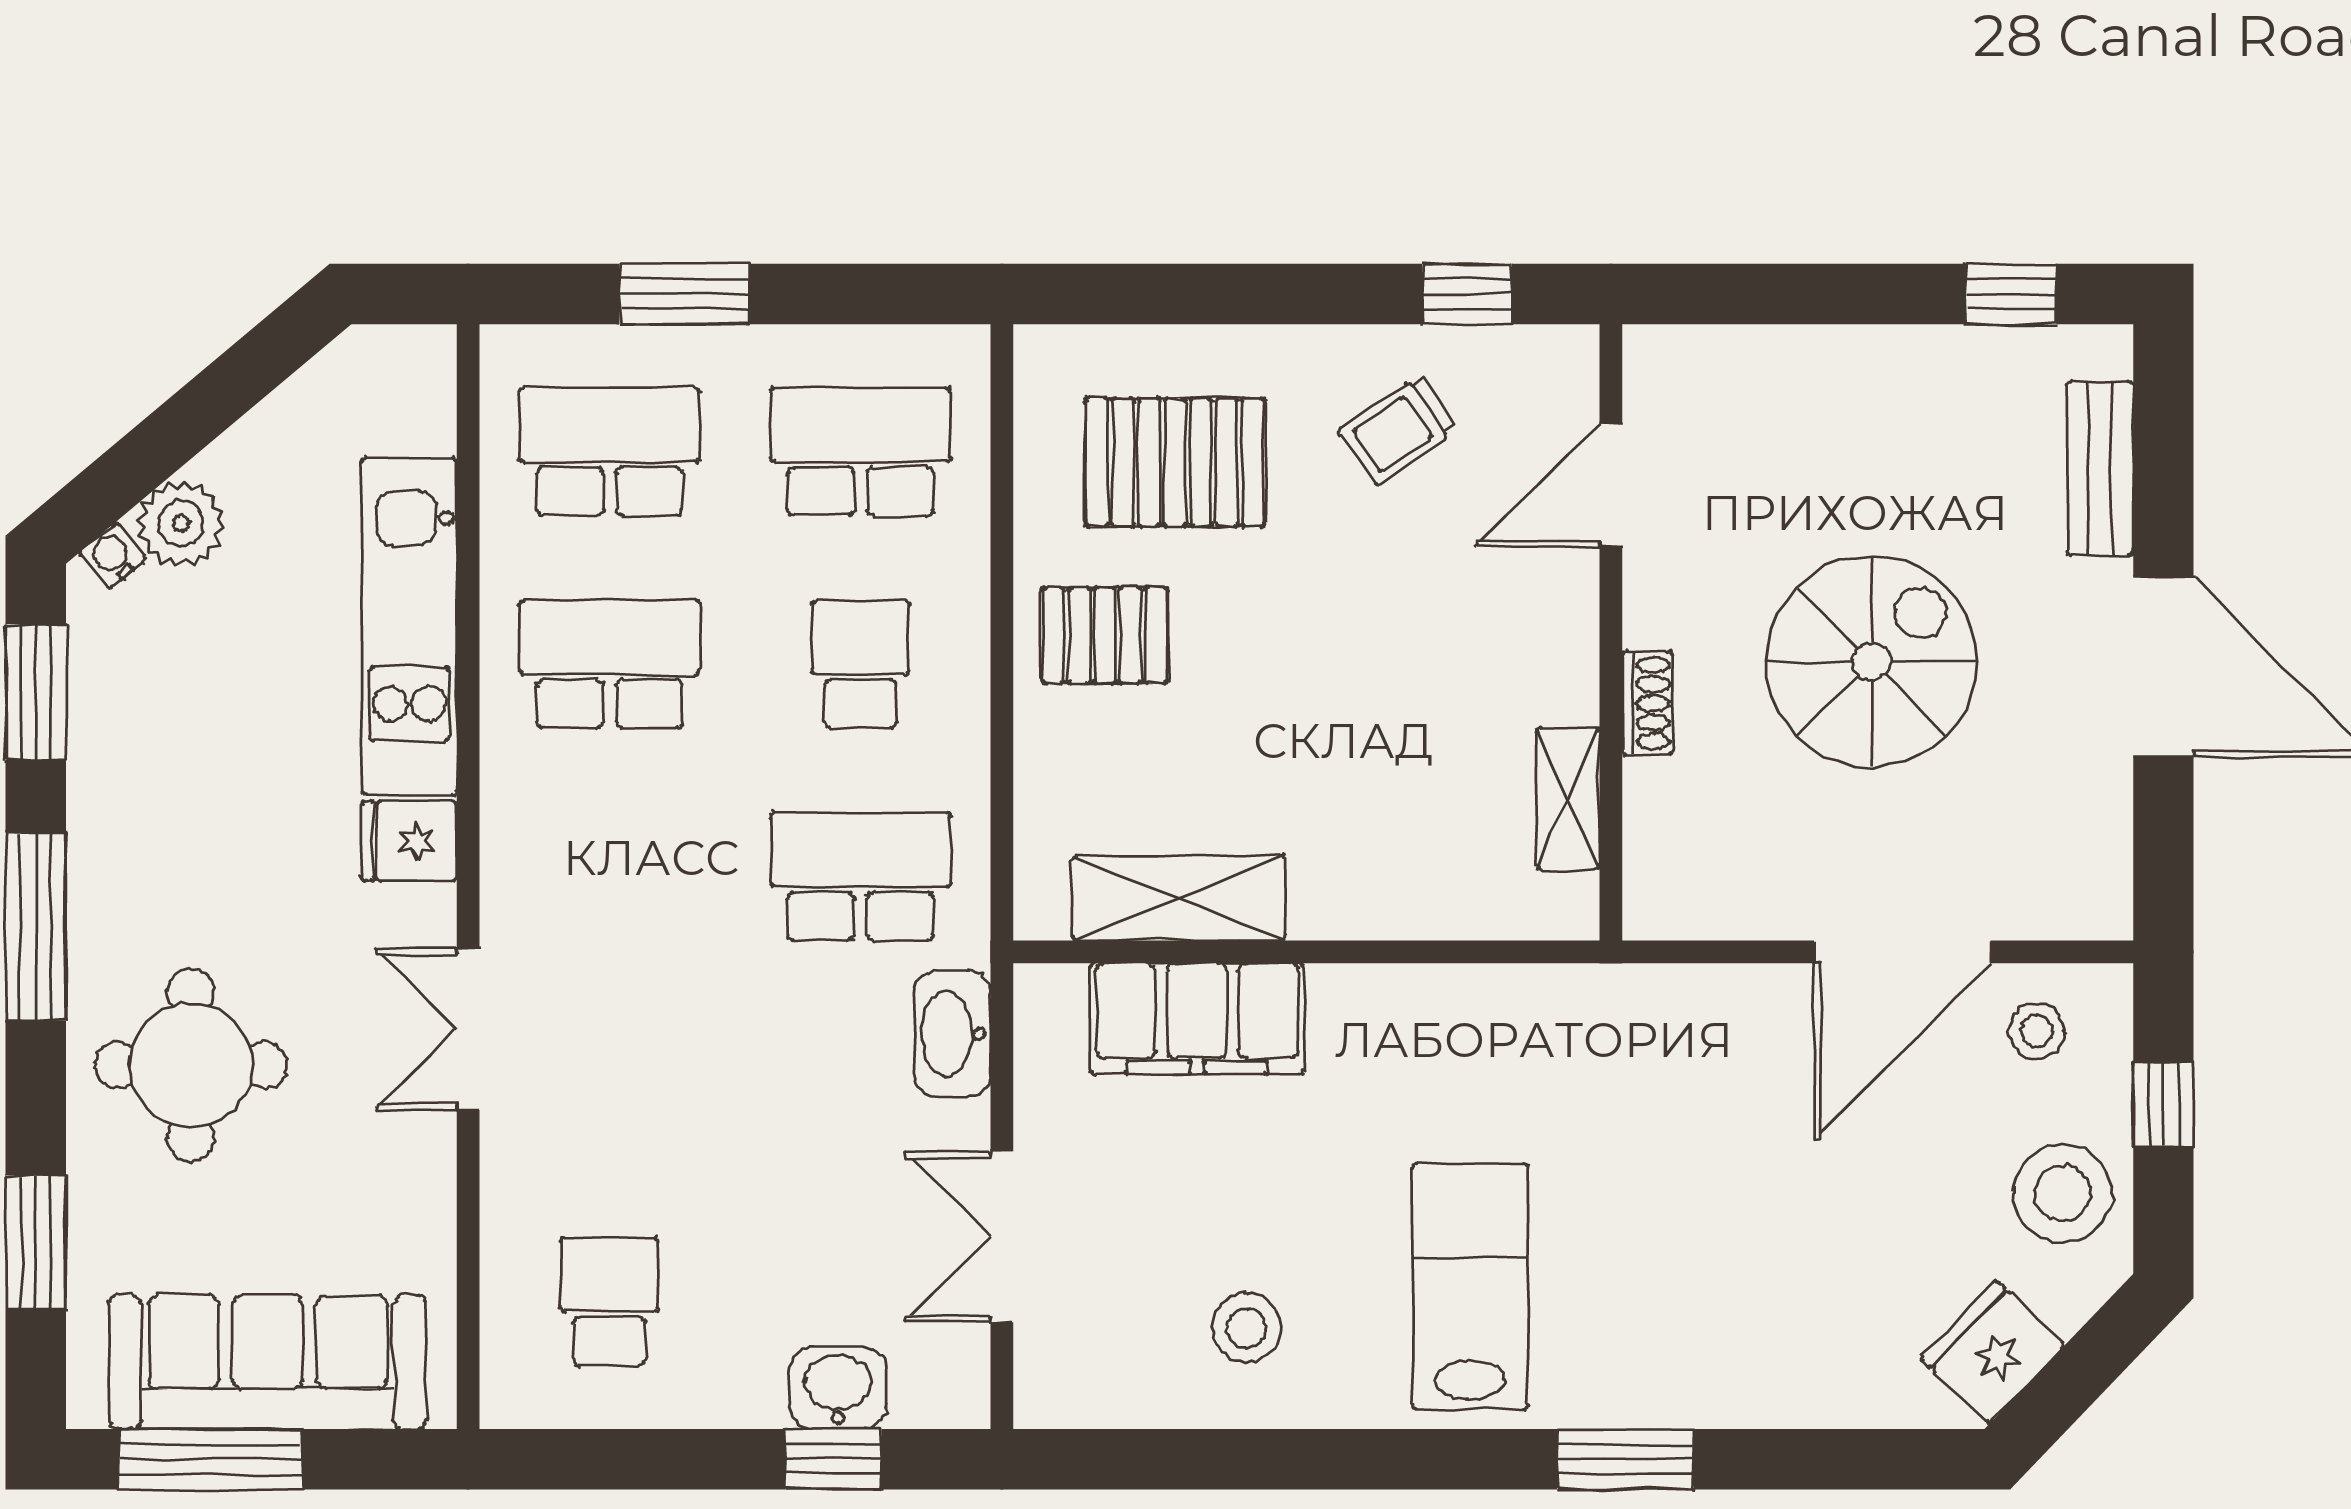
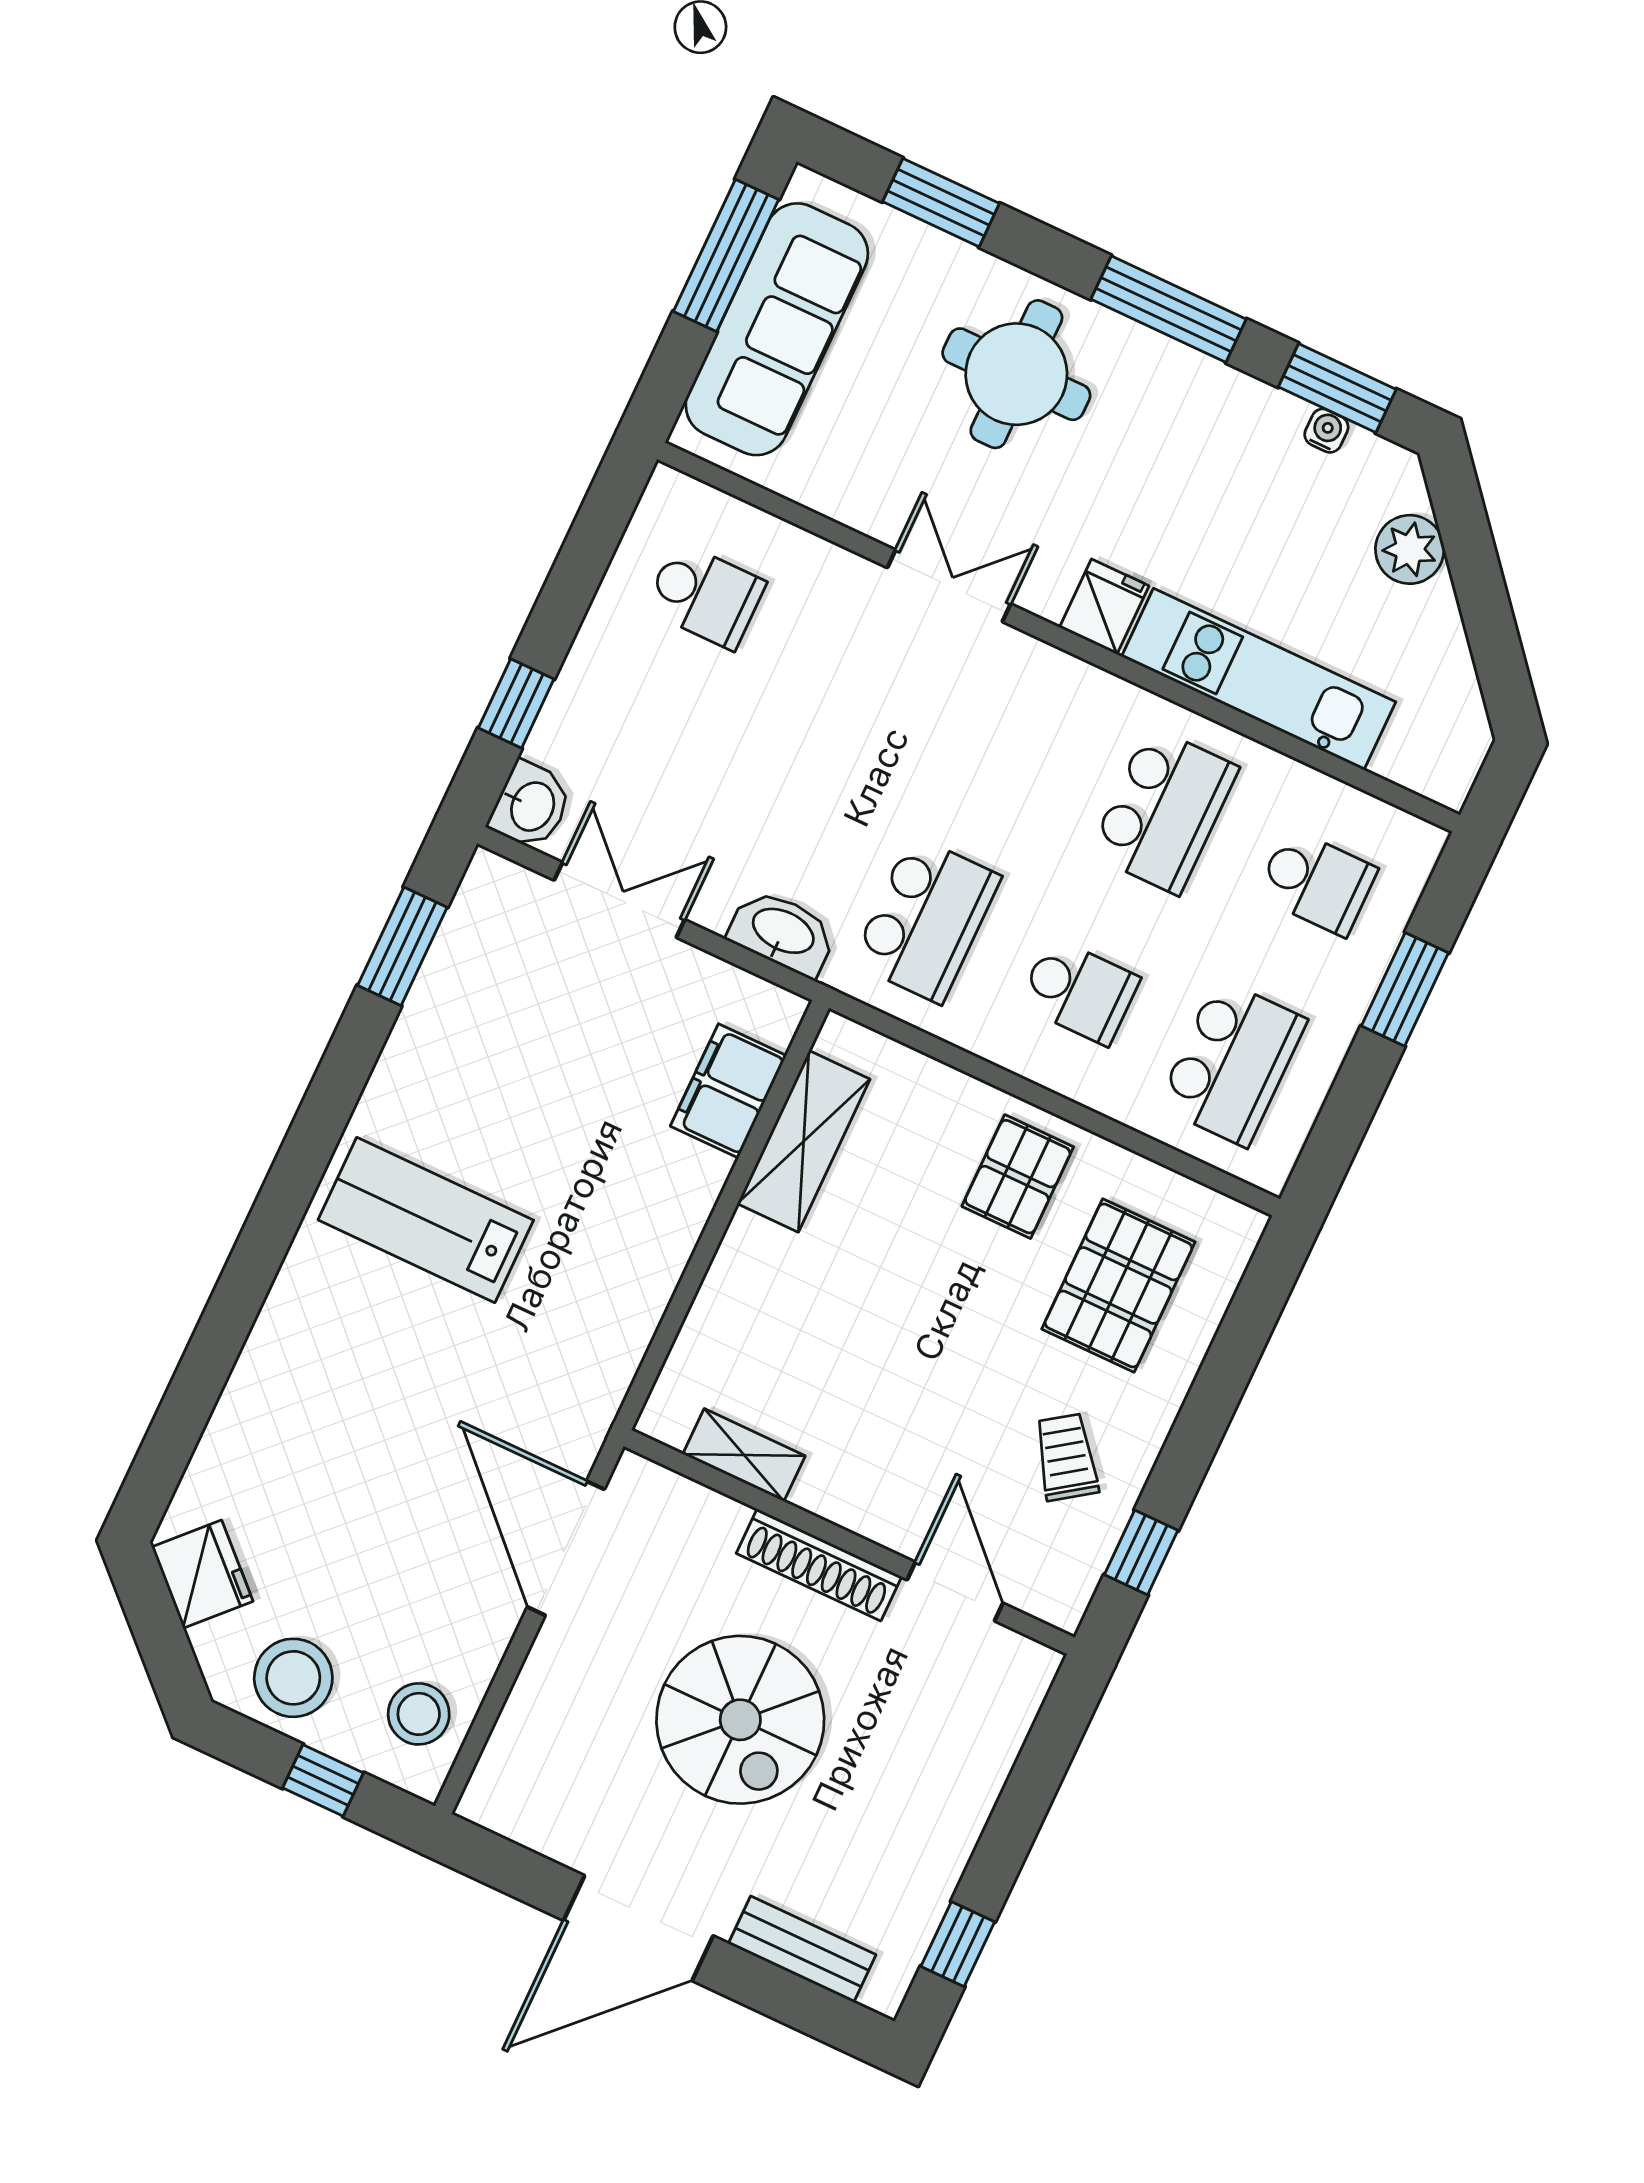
school desk: (609, 452) -> (1317, 882), width x0.54
water cooler: (113, 556) -> (1326, 431), moved, turned -50
shoe rack: (1647, 703) -> (819, 1565), width x1.94, depth x1.24
door: (1902, 952) -> (566, 1548), moved
filing cabinet: (1197, 1019) -> (728, 1091), width x0.67, depth x0.86
stool: (2037, 1031) -> (419, 1714), width x1.37, depth x1.37
lab bench: (1470, 1286) -> (426, 1220), turned 180
stool: (1246, 1328) -> (472, 1045), removed
washbasin: (838, 1388) -> (531, 806), moved
window: (1625, 1459) -> (402, 946), moved

